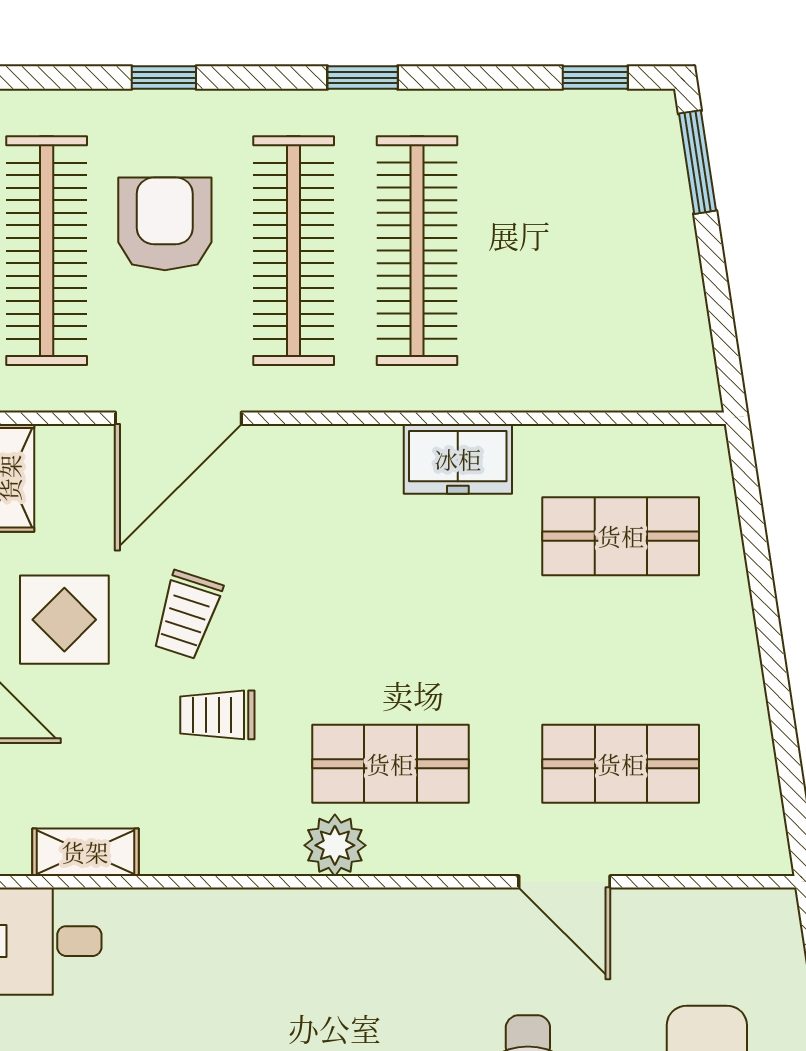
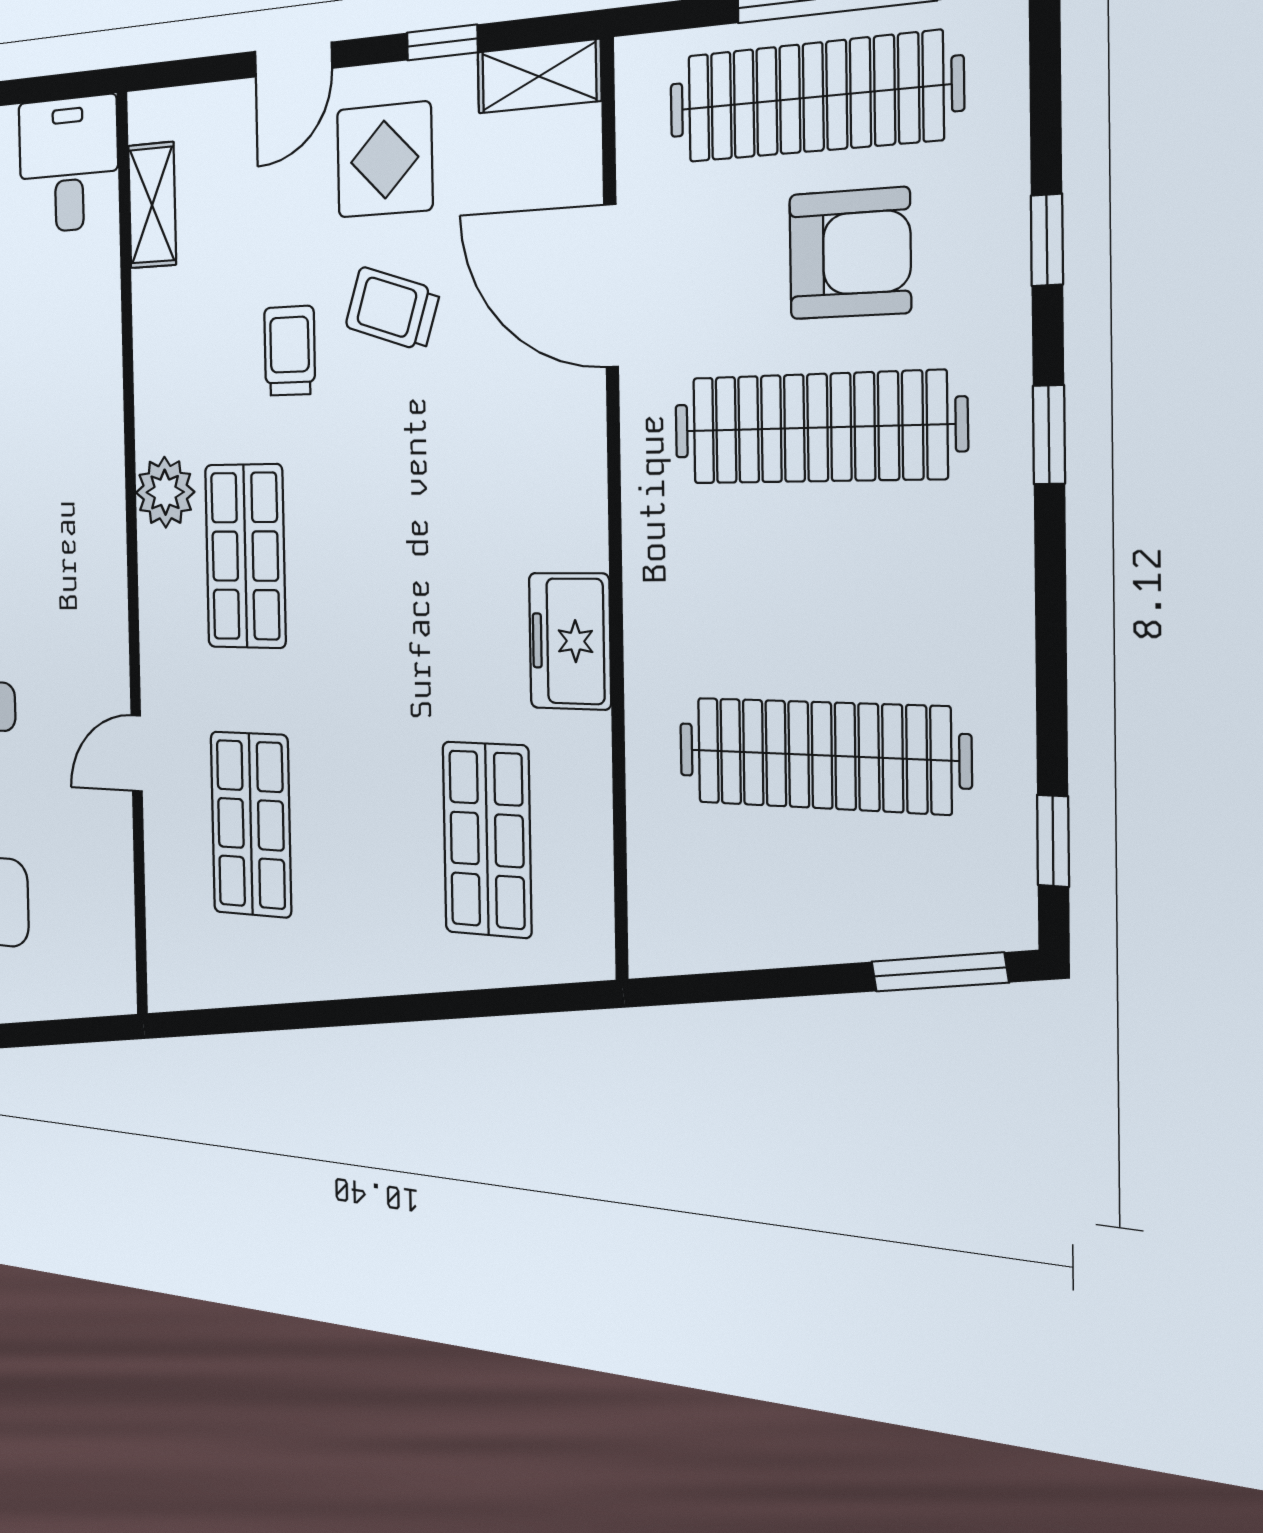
window: (363, 78) -> (1049, 435), moved
clothes rail: (417, 251) -> (822, 755), moved
door: (564, 882) -> (137, 753), width x0.73

